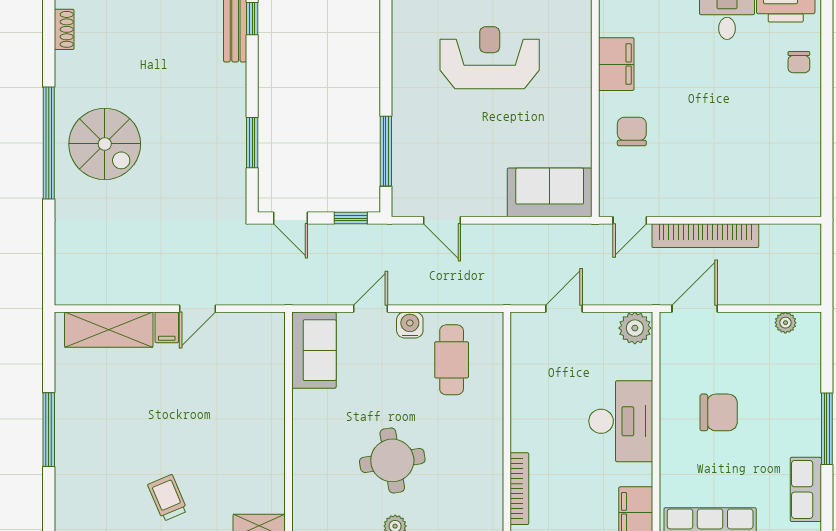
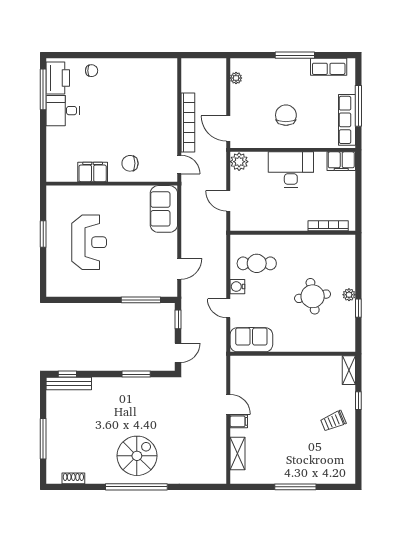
reception desk: (490, 58) -> (89, 242), turned 180
shelving: (109, 330) -> (238, 454), width x0.67, depth x0.75

